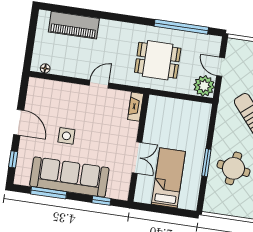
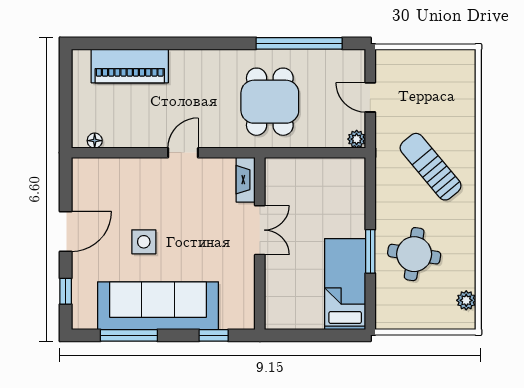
dining table: (158, 60) -> (270, 102), turned 90
plant: (204, 86) -> (357, 139), width x0.53, depth x0.53
door: (19, 122) -> (66, 232), hinge flipped
double door: (137, 158) -> (260, 230), moved
bed: (168, 178) -> (345, 284), moved

